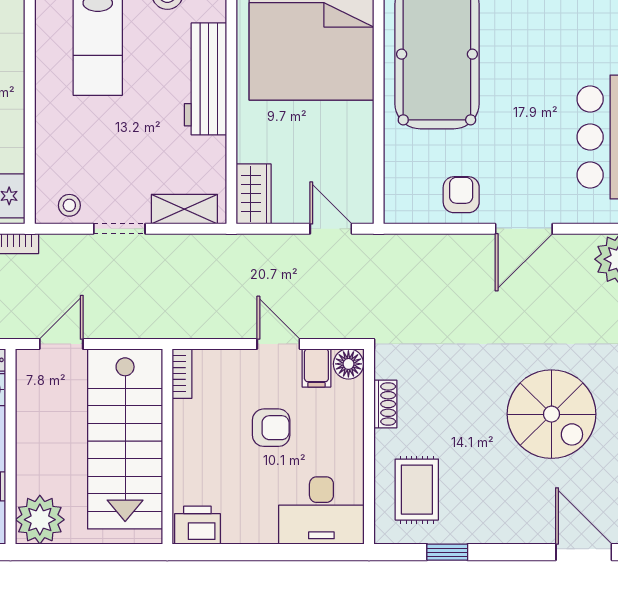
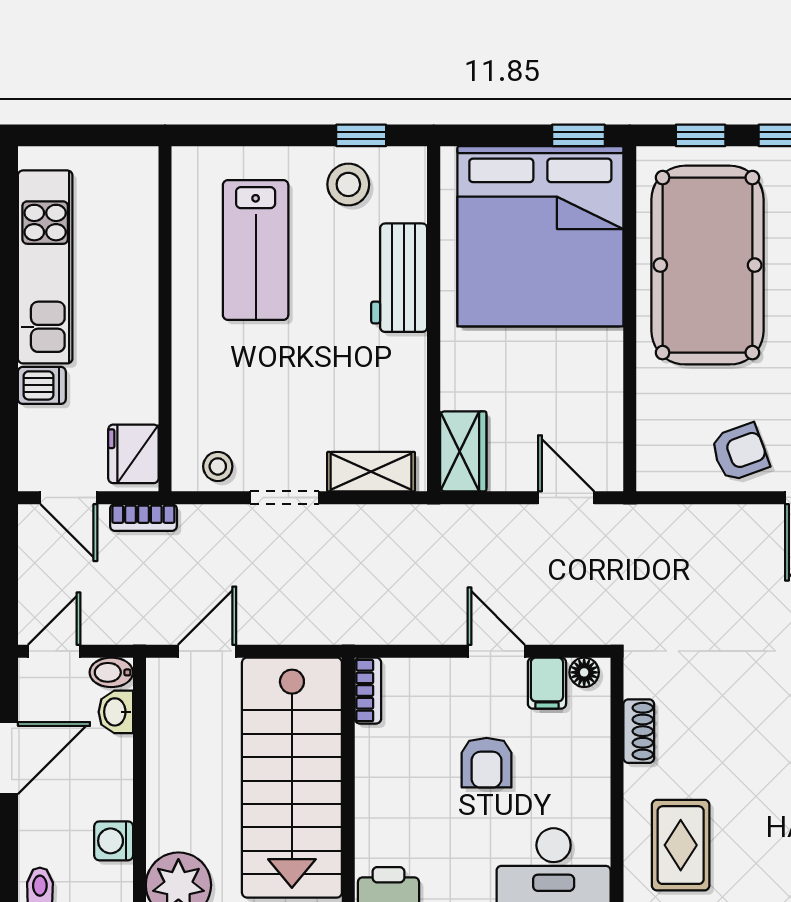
workbench: (206, 79) -> (399, 278), width x0.73
armchair: (461, 195) -> (740, 452), turned 70
floor lamp: (348, 364) -> (584, 672), width x0.73, depth x0.73
armchair: (271, 428) -> (487, 763), turned 90

